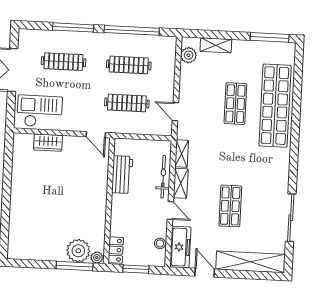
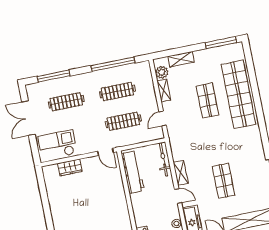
window: (73, 27) -> (53, 76), moved
door: (175, 112) -> (163, 119), hinge flipped
shelving: (182, 154) -> (164, 90), moved
workbench: (122, 175) -> (133, 172), width x1.38
bicycle: (163, 177) -> (163, 159), moved

